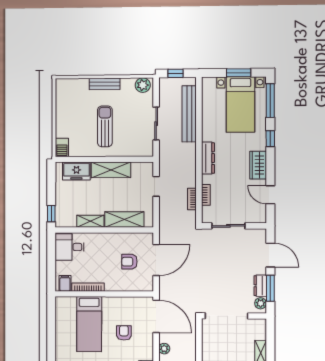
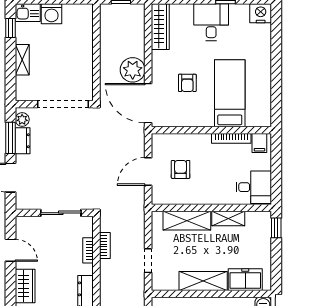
door: (156, 260) -> (148, 171), width x0.73
armchair: (129, 262) -> (181, 169), turned -90
plant: (164, 349) -> (133, 70), width x1.87, depth x1.87

